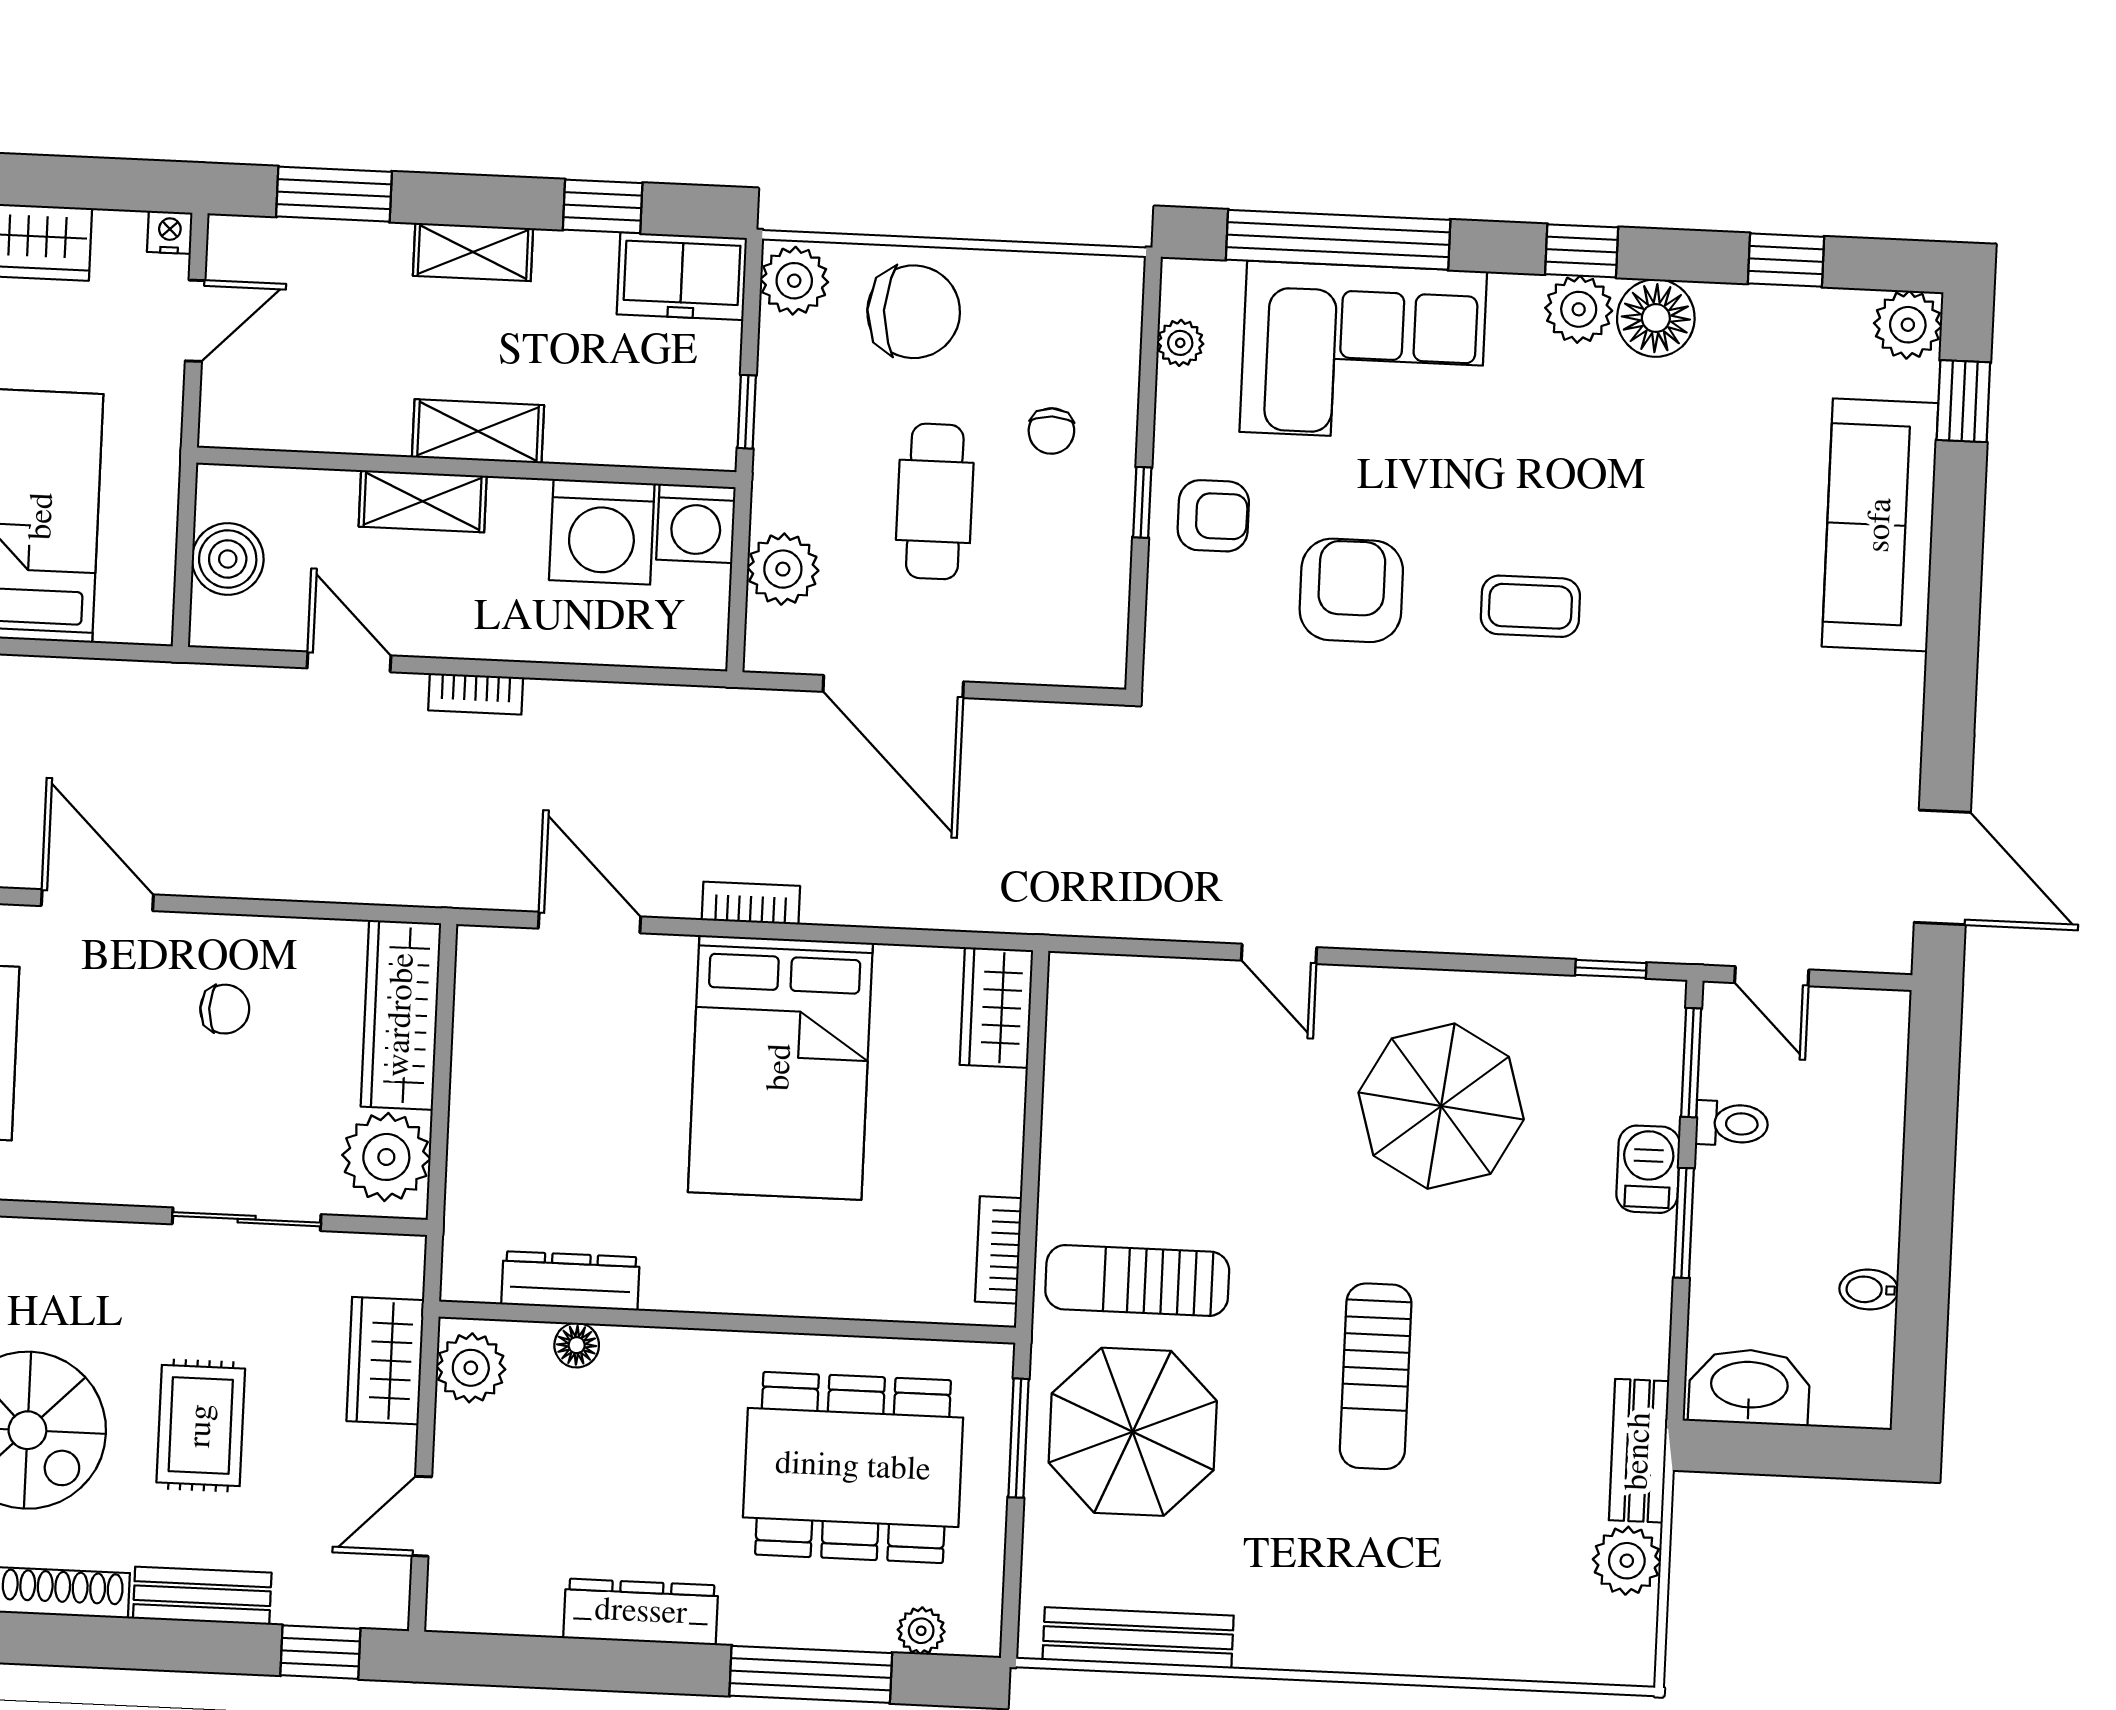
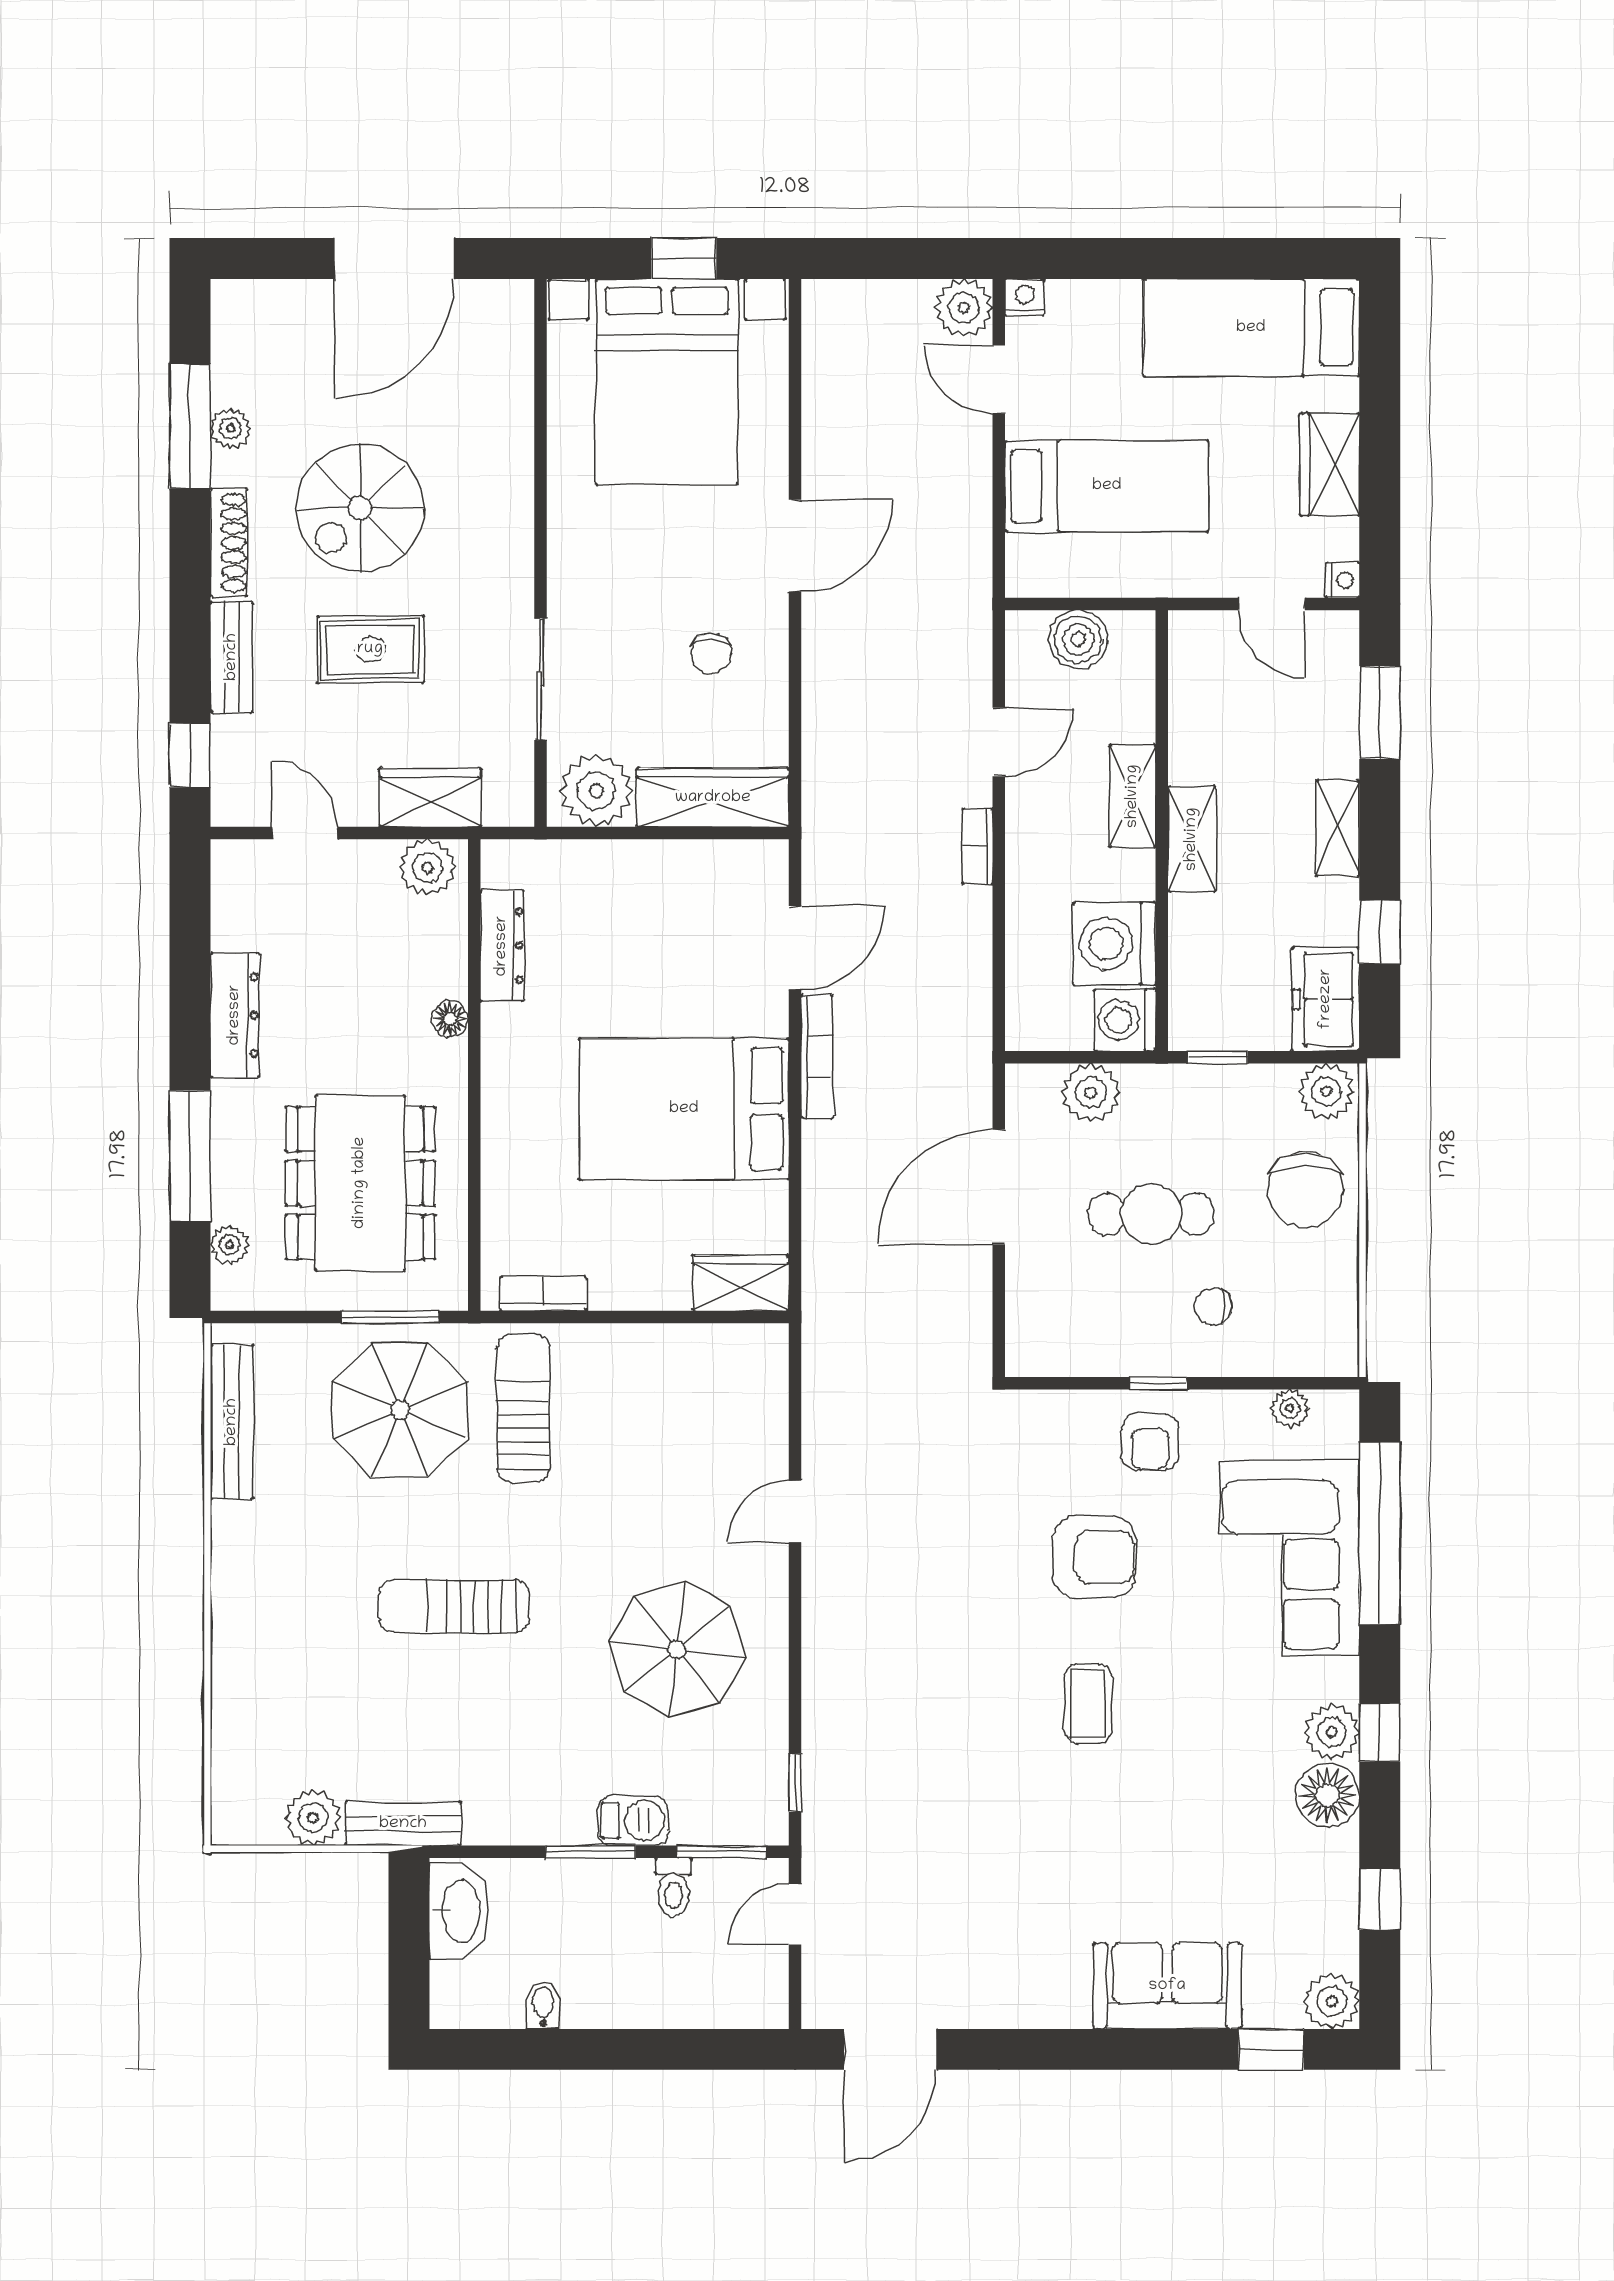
sofa: (1880, 525) -> (1167, 1986), width x0.73
bookcase: (751, 903) -> (817, 1057), width x1.56
floor lamp: (577, 1345) -> (450, 1019), moved

